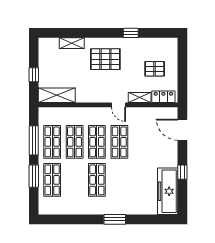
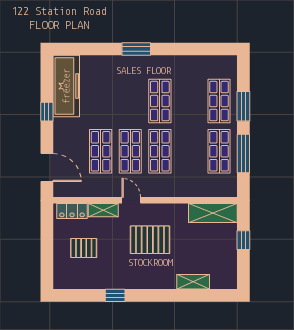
pallet: (105, 59) -> (150, 240), moved
shop shelf: (75, 142) -> (101, 151), moved

